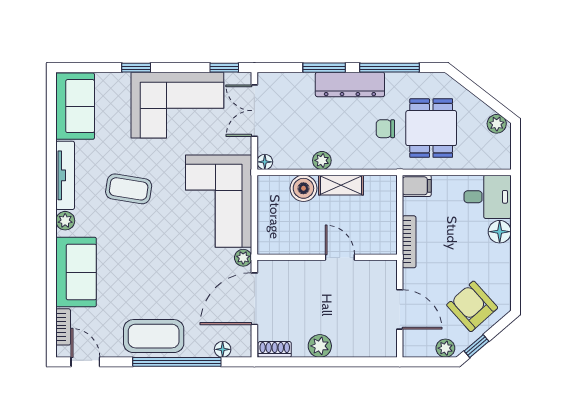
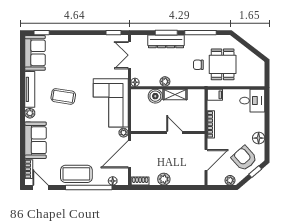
window: (136, 68) -> (42, 33), moved
dresser: (350, 84) -> (166, 41), moved
corner sofa: (177, 105) -> (89, 52), removed
plant: (497, 124) -> (257, 62), removed
floor lamp: (500, 232) -> (259, 138), moved
door: (400, 309) -> (206, 160), hinge flipped
window: (476, 346) -> (255, 172), moved

